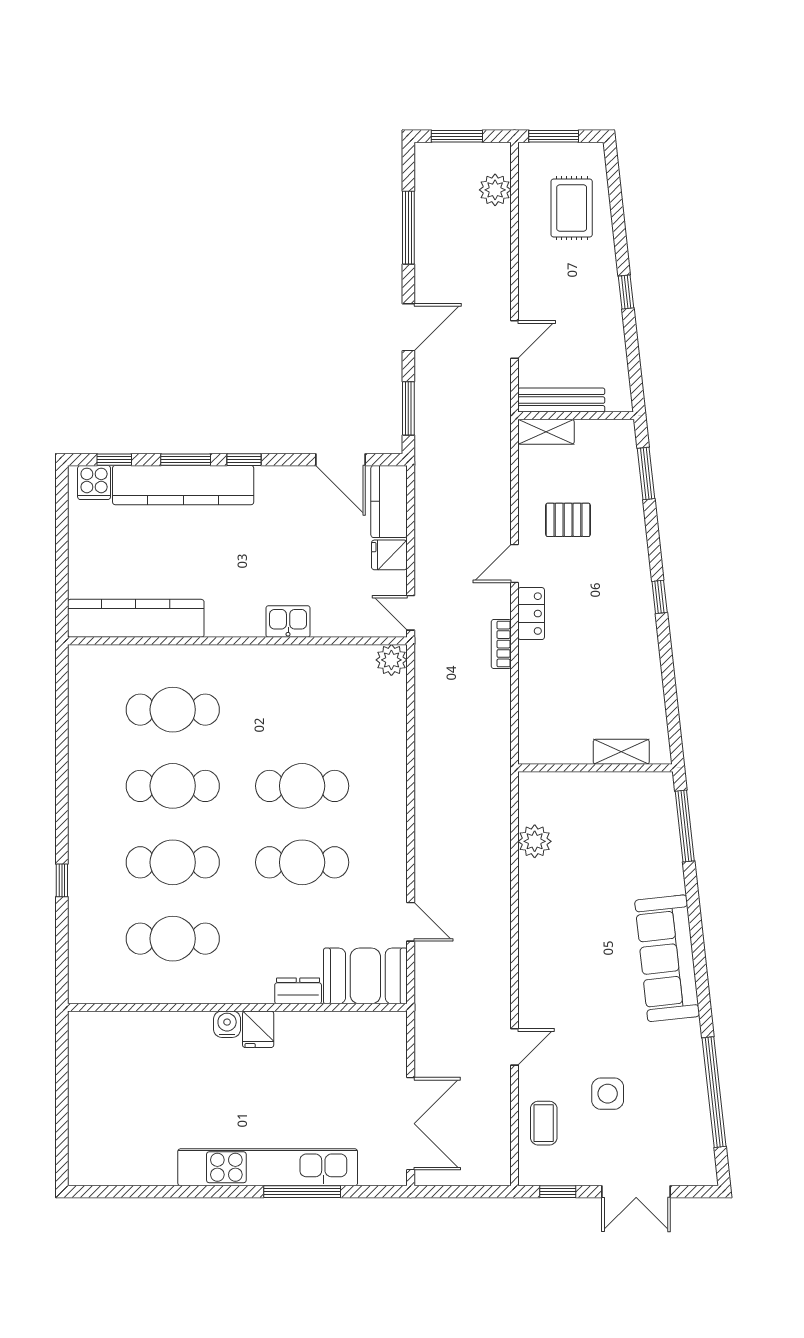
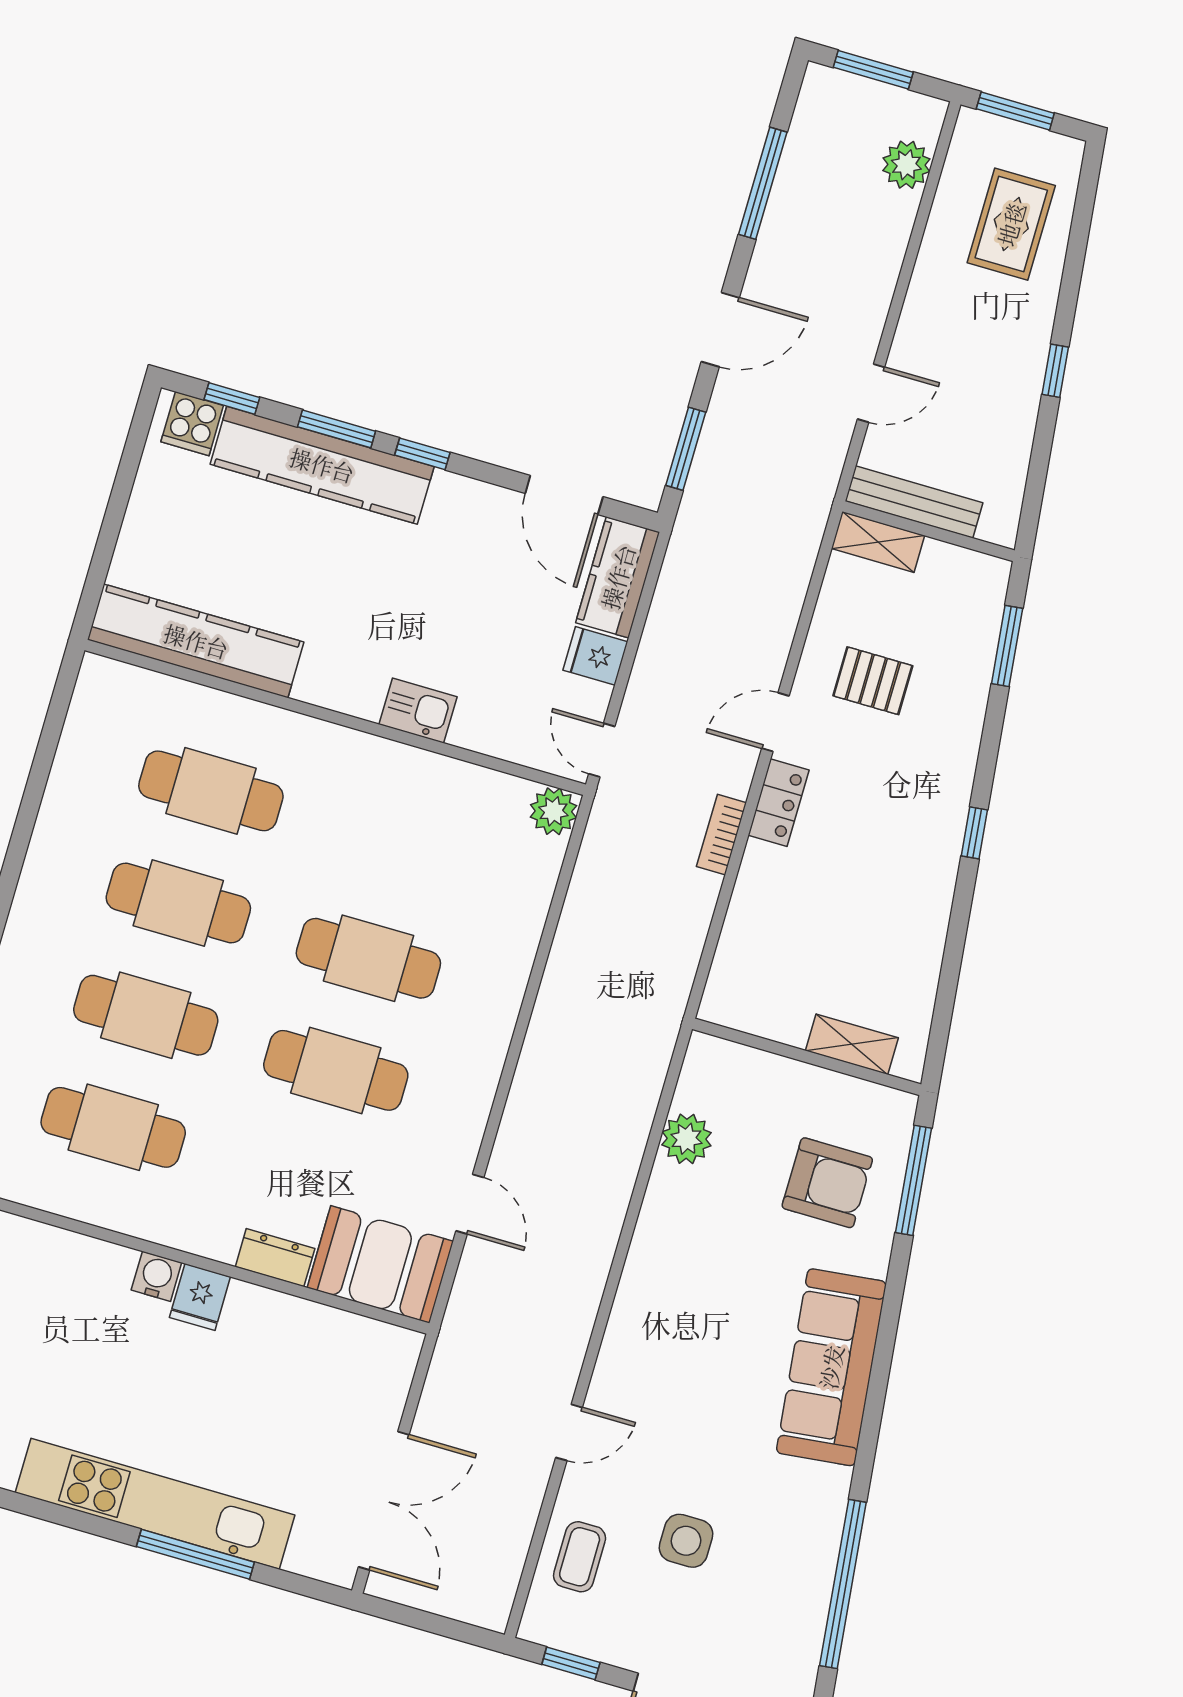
armchair: (631, 843) -> (827, 1183), added

